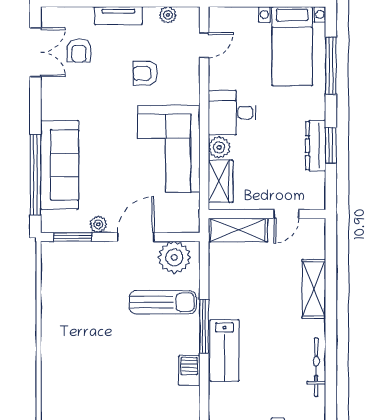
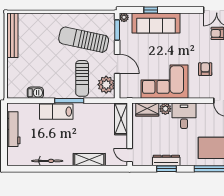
window: (35, 175) -> (151, 10), width x0.32
door: (286, 214) -> (130, 155), moved
plant: (98, 224) -> (124, 17), moved
sun lounger: (91, 299) -> (84, 40), added
barbecue: (189, 370) -> (35, 93), moved

